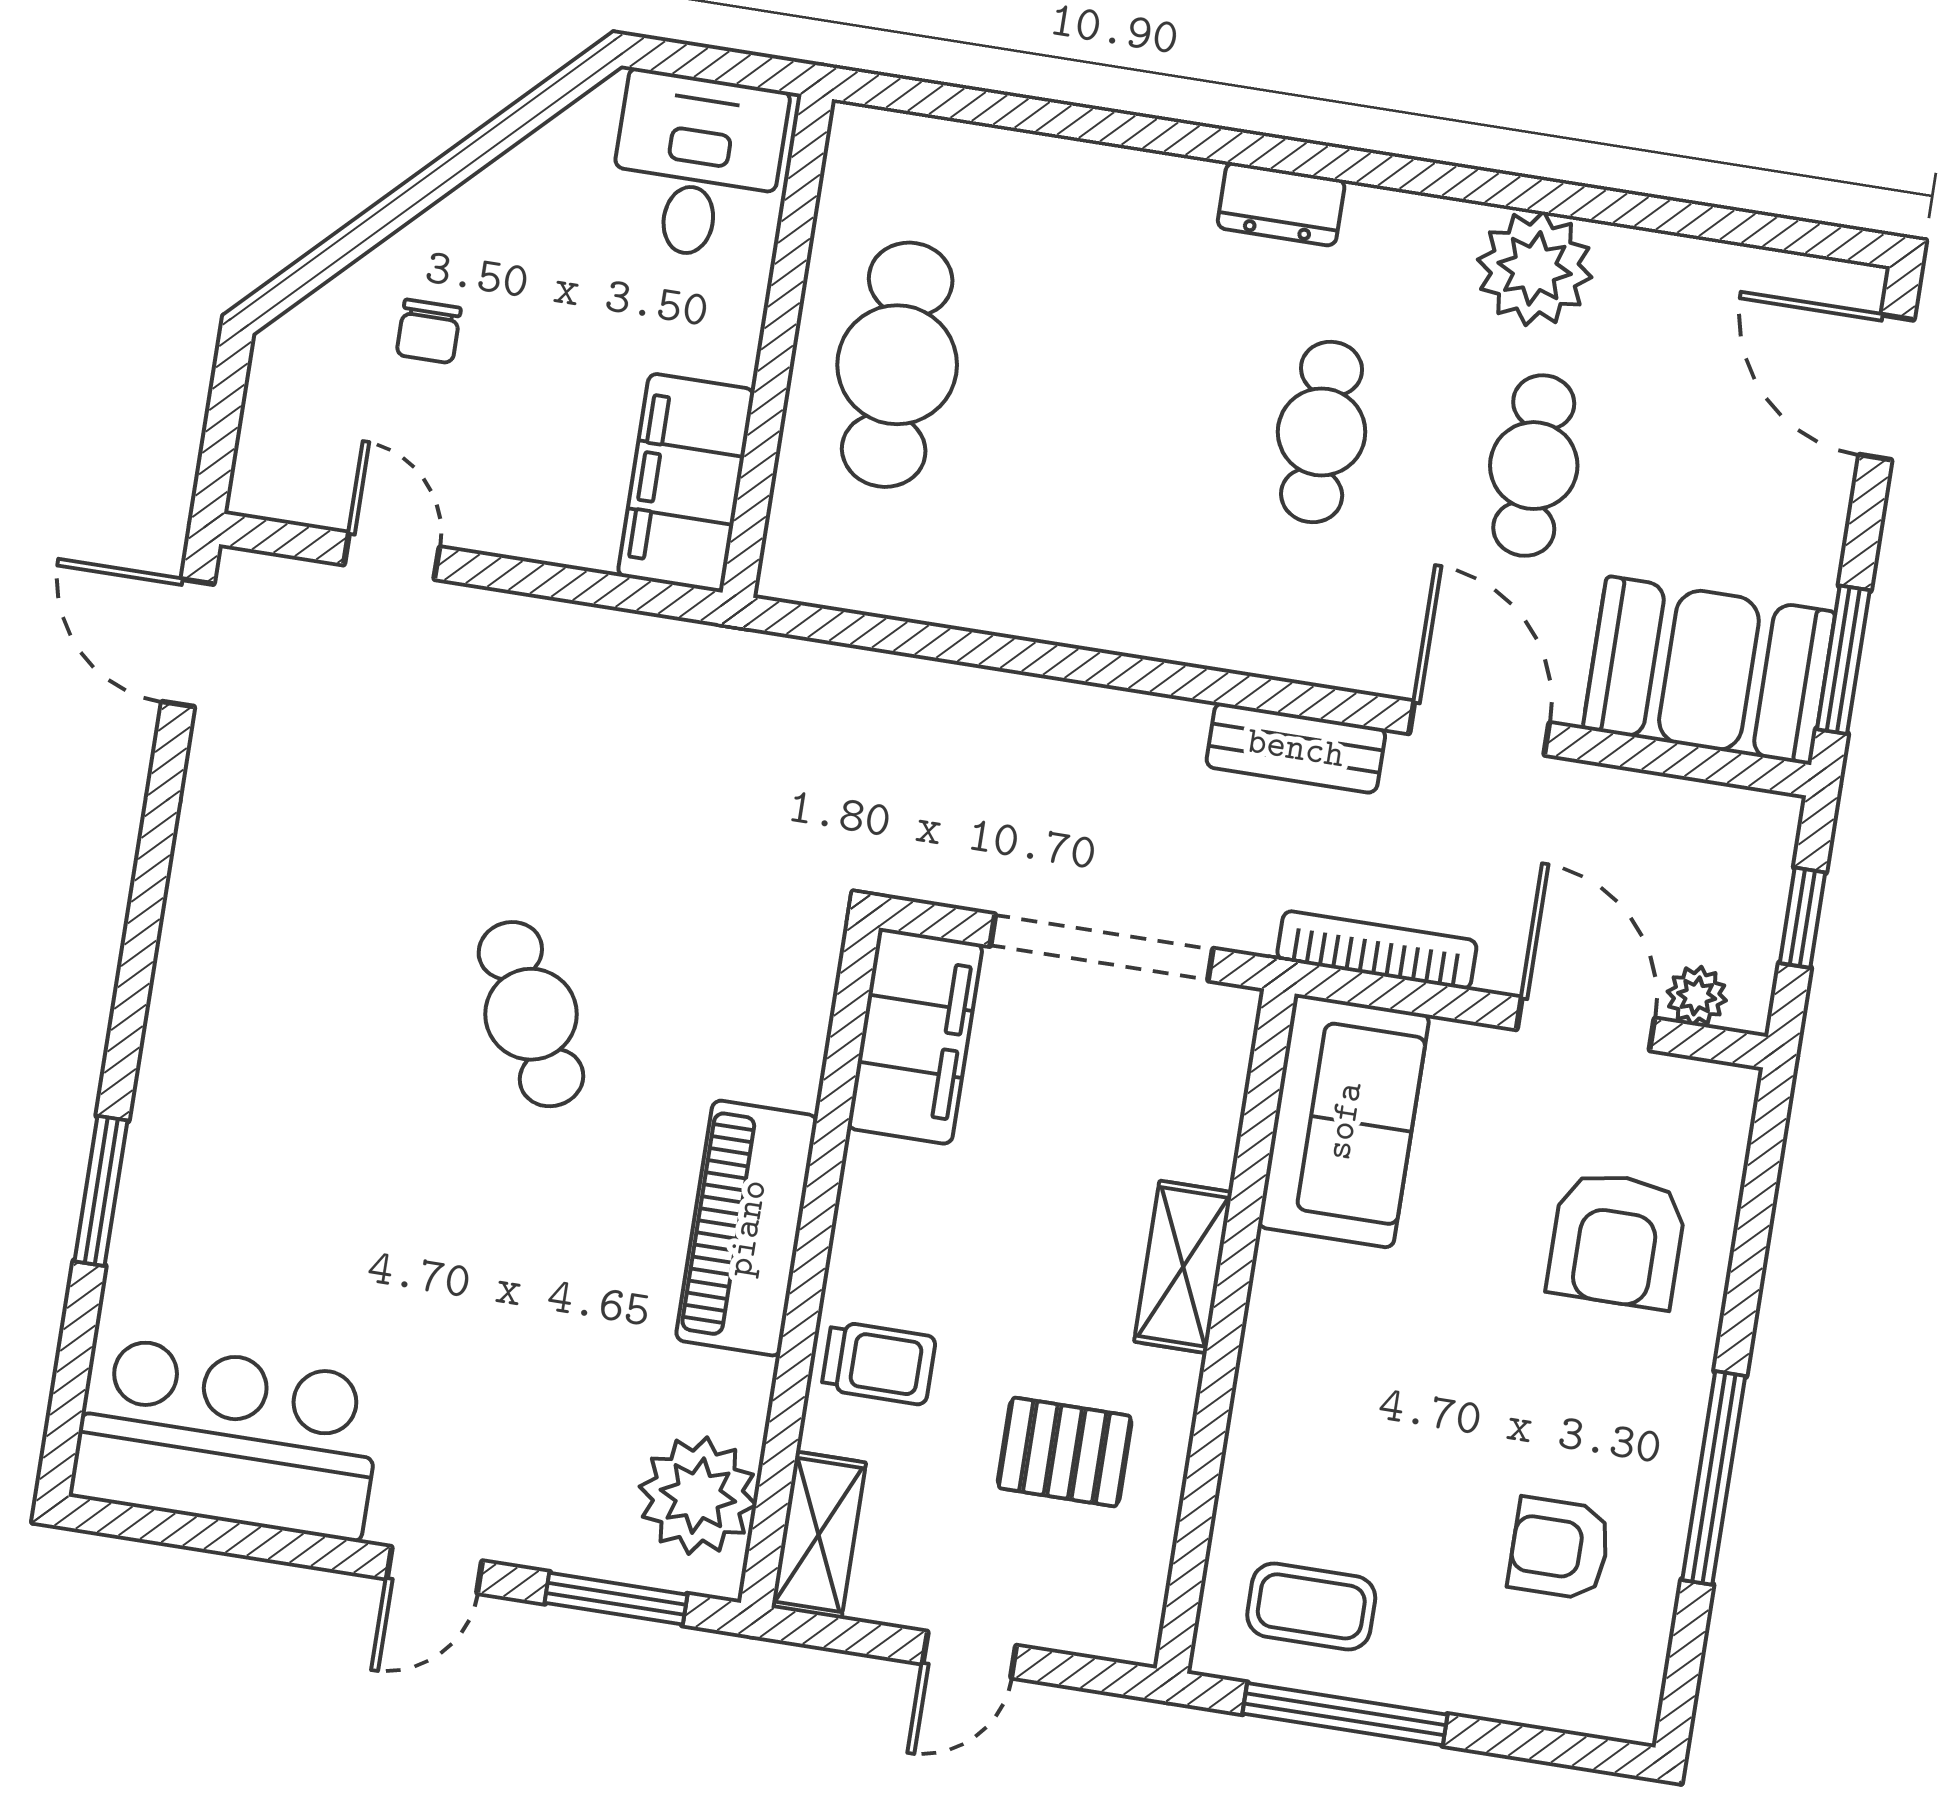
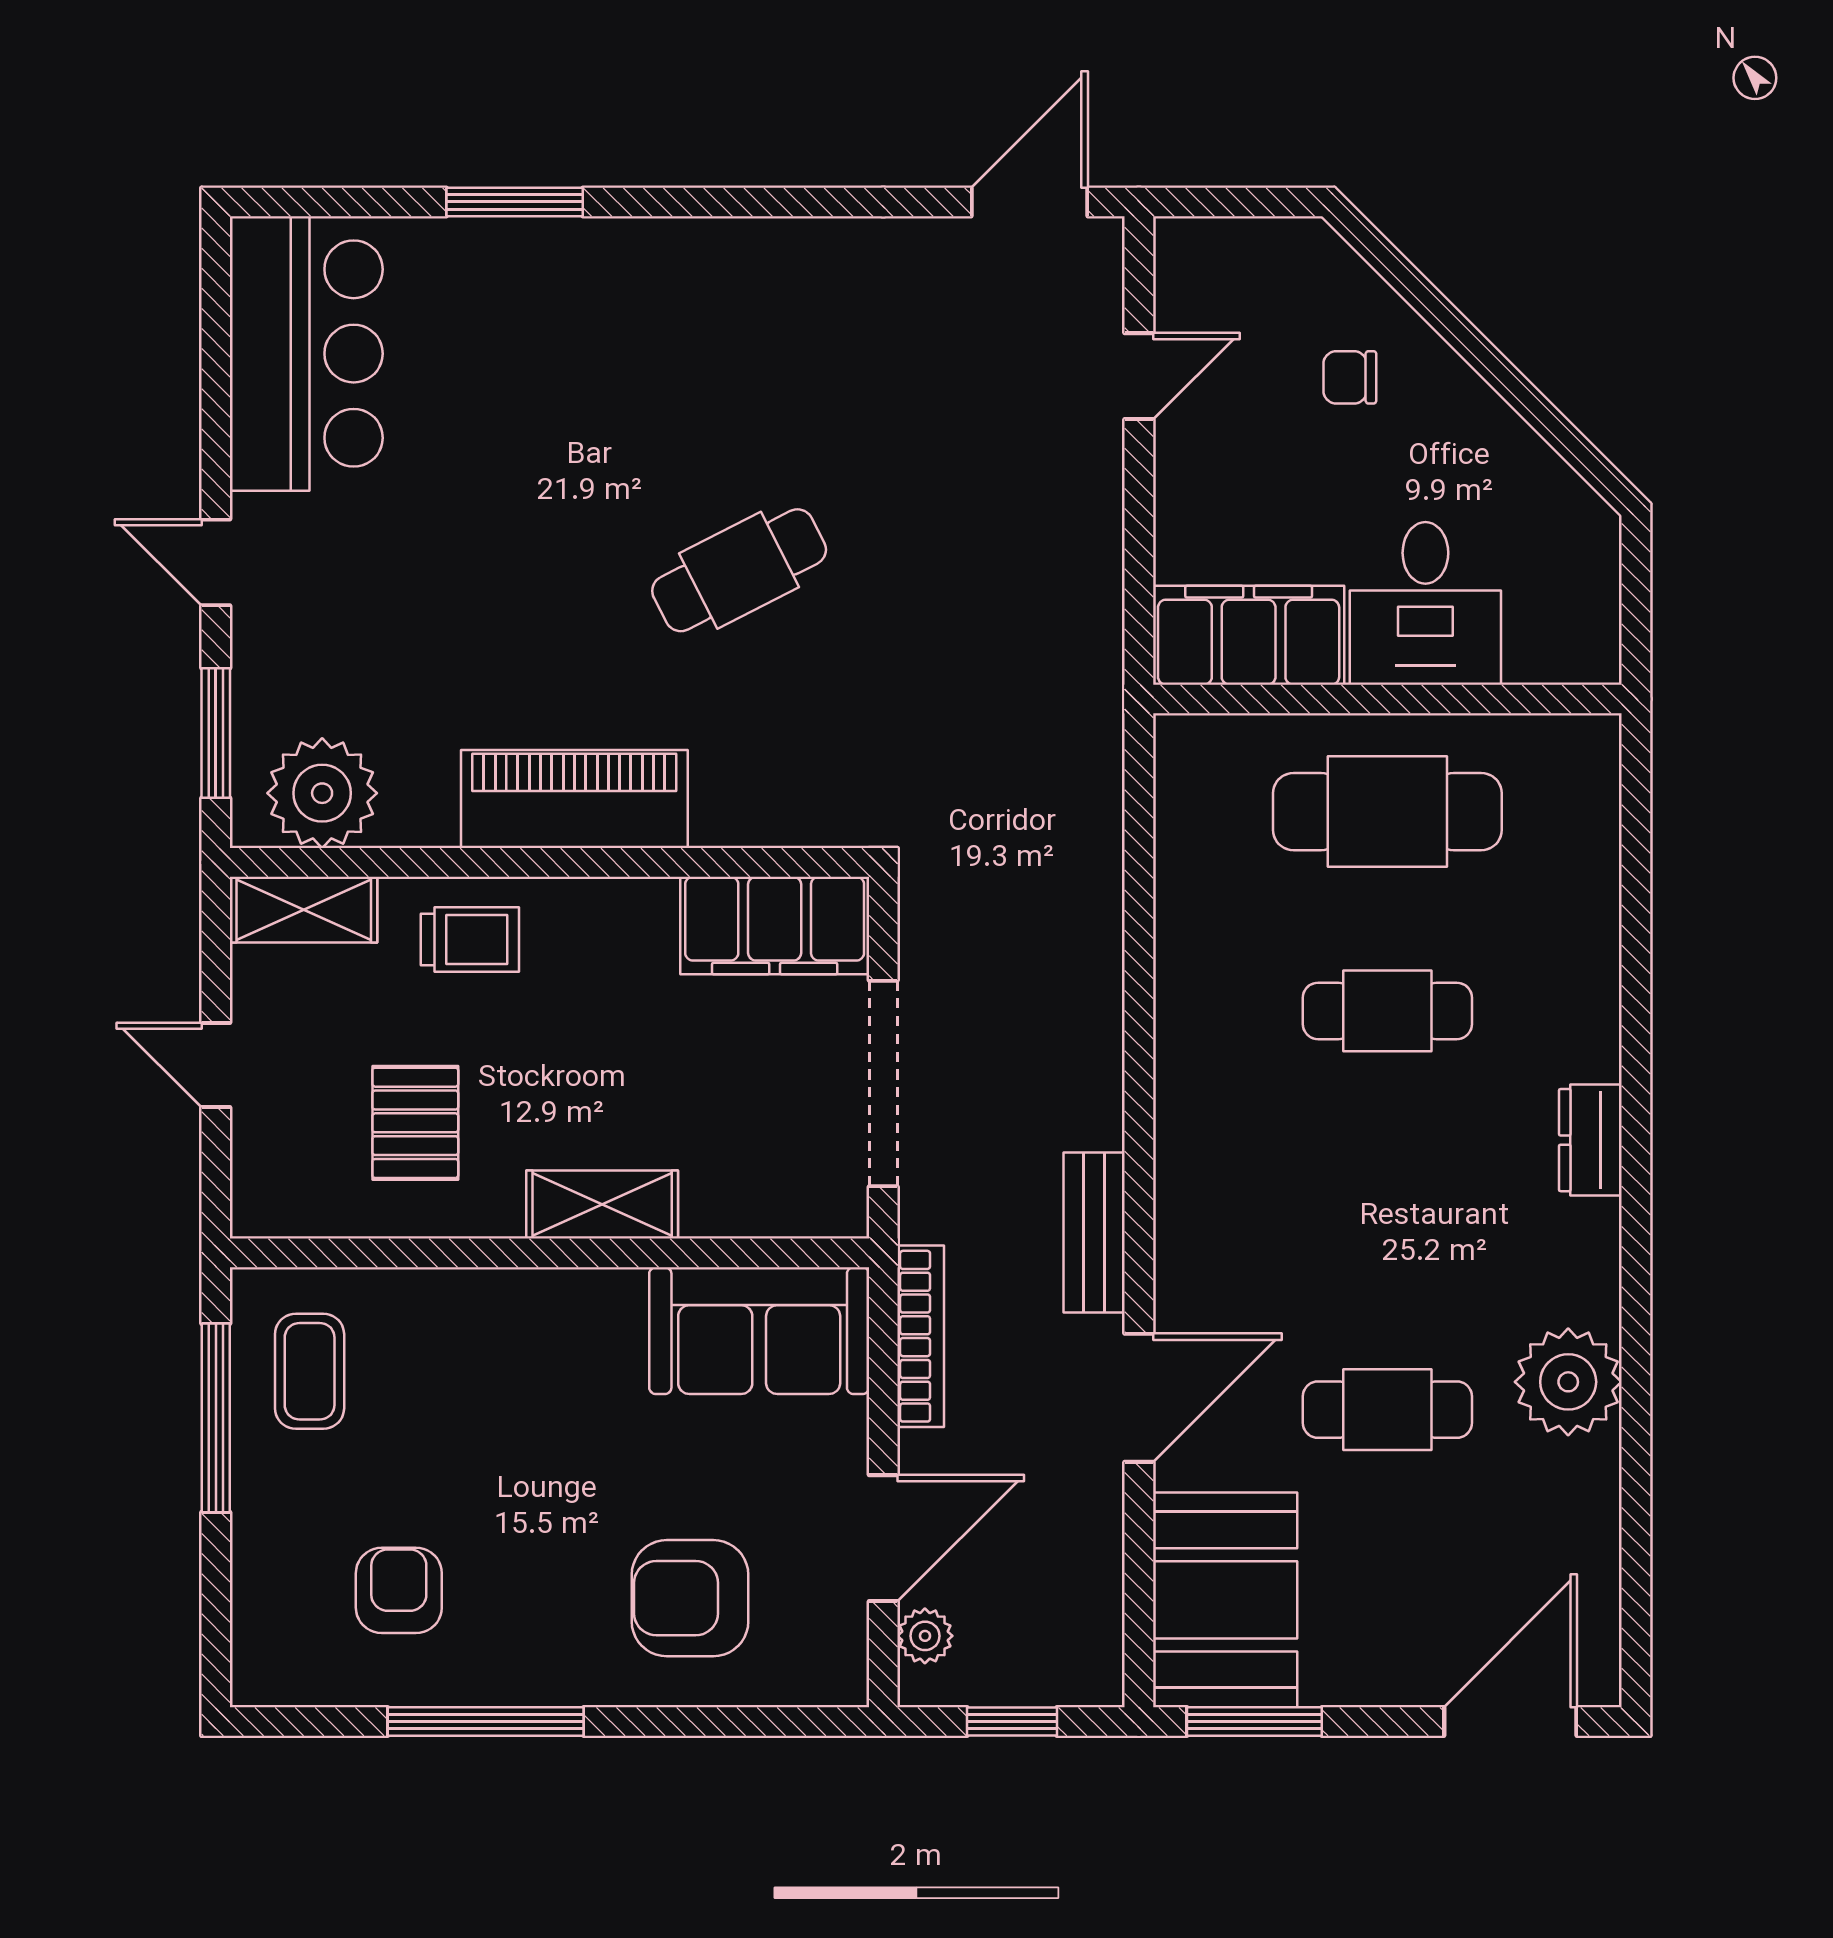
desk: (697, 166) -> (1425, 603), moved, turned 90
cafe table: (1322, 432) -> (1387, 1011), moved
trolley: (879, 1363) -> (470, 940), turned -90

